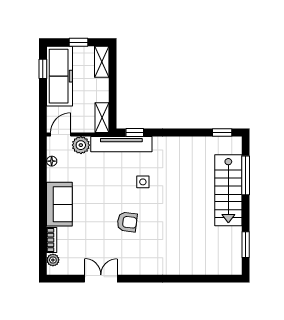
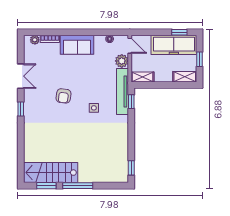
window: (246, 175) -> (78, 186), moved
stairs: (228, 190) -> (51, 173), moved
window: (144, 279) -> (21, 109), added

